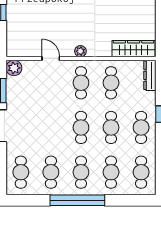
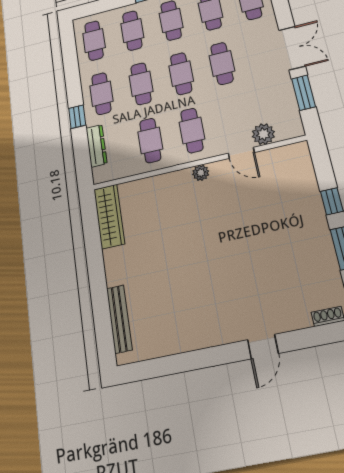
wardrobe: (134, 49) -> (109, 216), moved, turned -90
plant: (14, 68) -> (263, 134), moved
dresser: (150, 75) -> (96, 146), moved
cafe table: (51, 127) -> (222, 63), added

